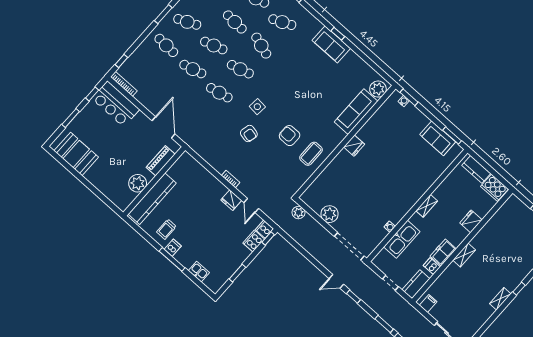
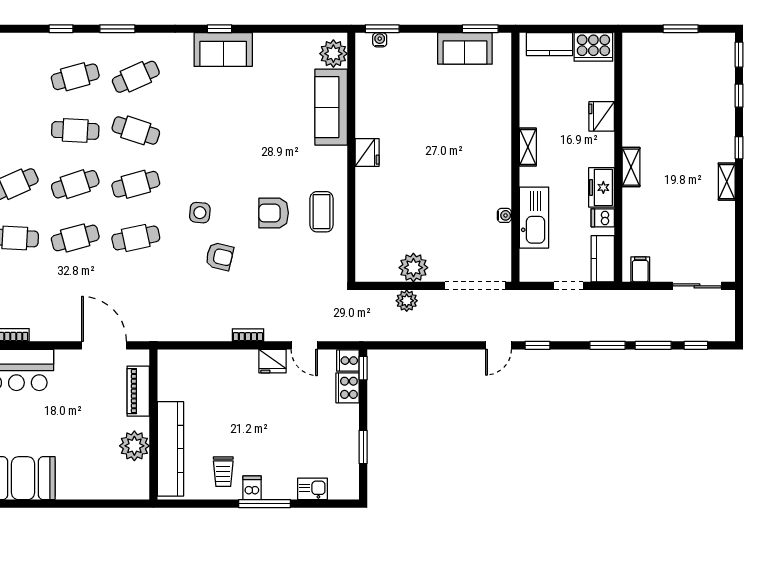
plant: (298, 213) -> (407, 301), moved

